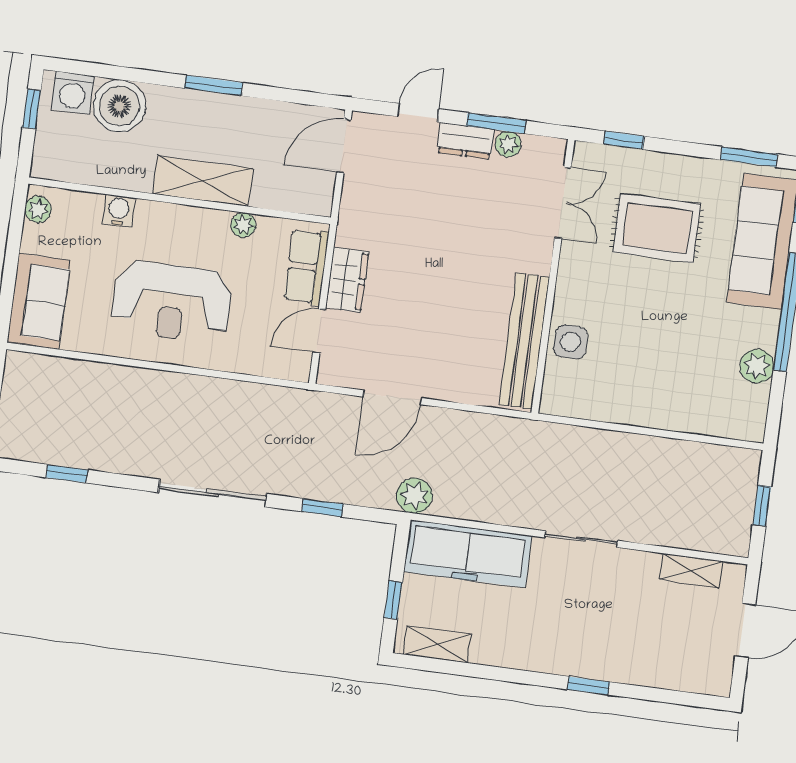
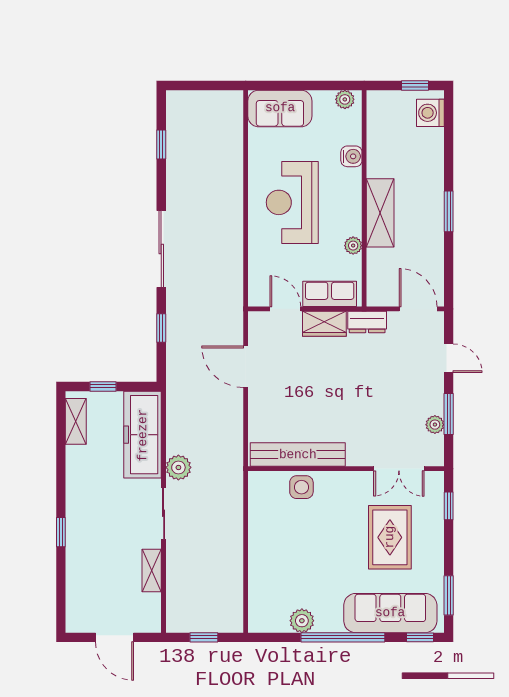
boiler: (119, 106) -> (425, 147), removed
dresser: (466, 141) -> (367, 322), moved, turned -90
plant: (414, 496) -> (178, 467), moved
shelving: (691, 571) -> (152, 571), moved

